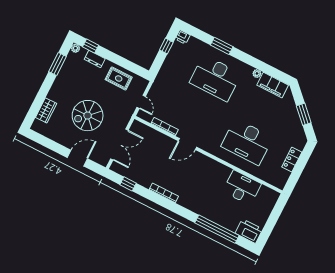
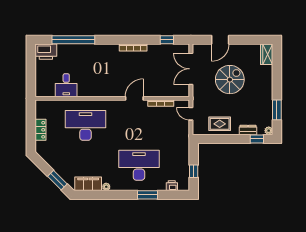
printer: (183, 37) -> (172, 186), moved
wardrobe: (46, 110) -> (267, 54), moved
window: (304, 114) -> (57, 180), moved
desk: (242, 188) -> (66, 85), width x0.73

